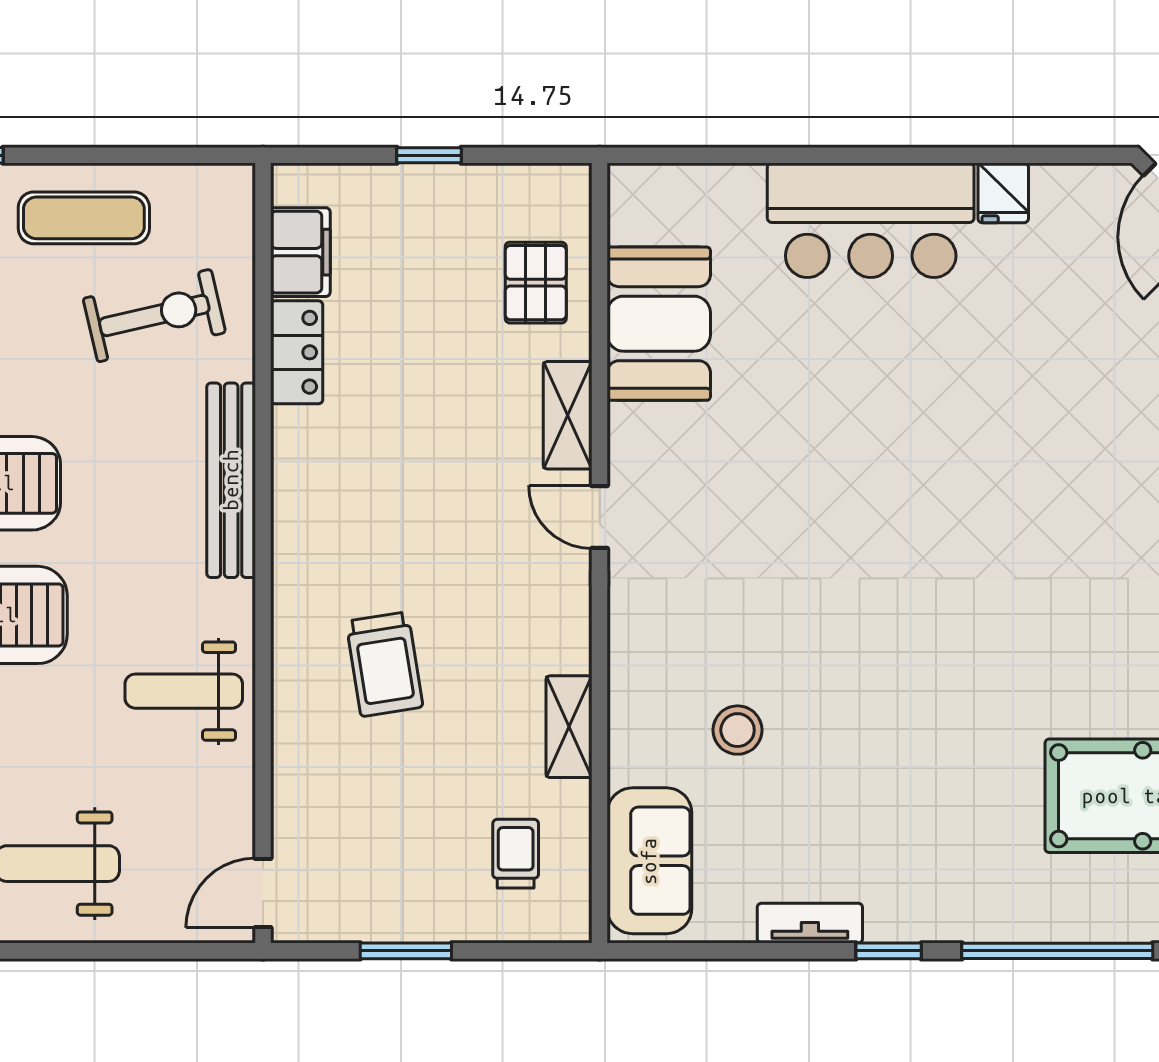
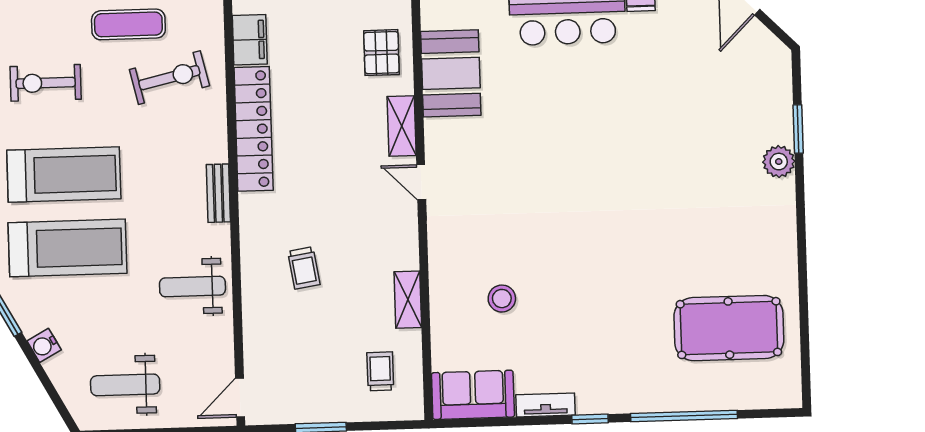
locker: (297, 352) -> (254, 129), width x2.16, depth x1.21
bench: (231, 480) -> (218, 193), width x0.54, depth x0.82
trolley: (384, 664) -> (304, 268), width x0.73, depth x0.72
sofa: (649, 861) -> (473, 395), moved, turned -90

